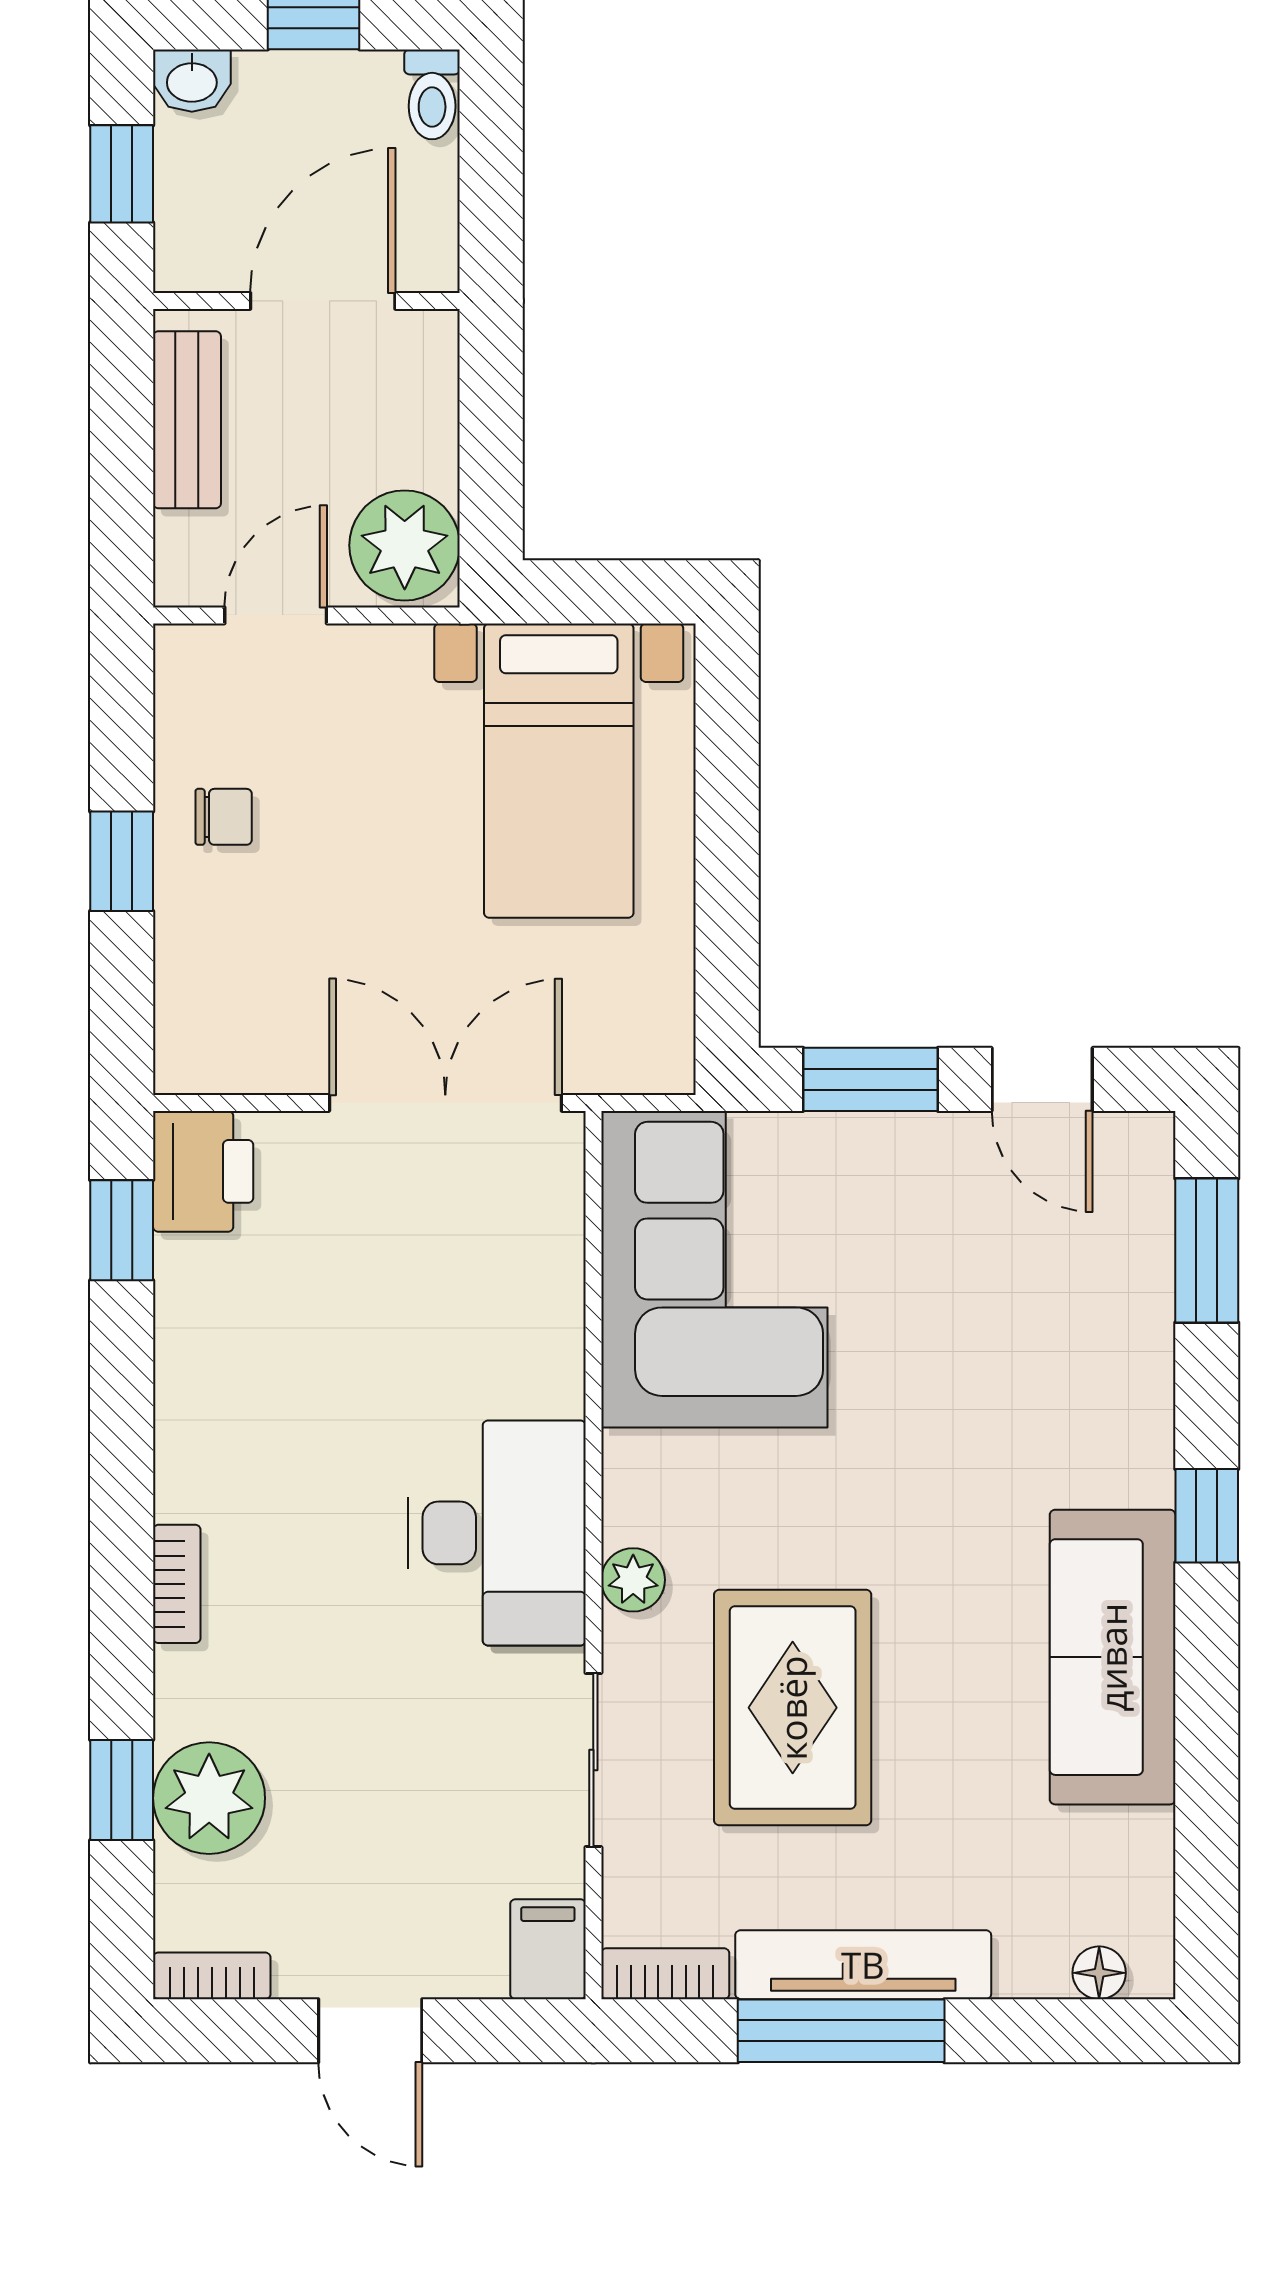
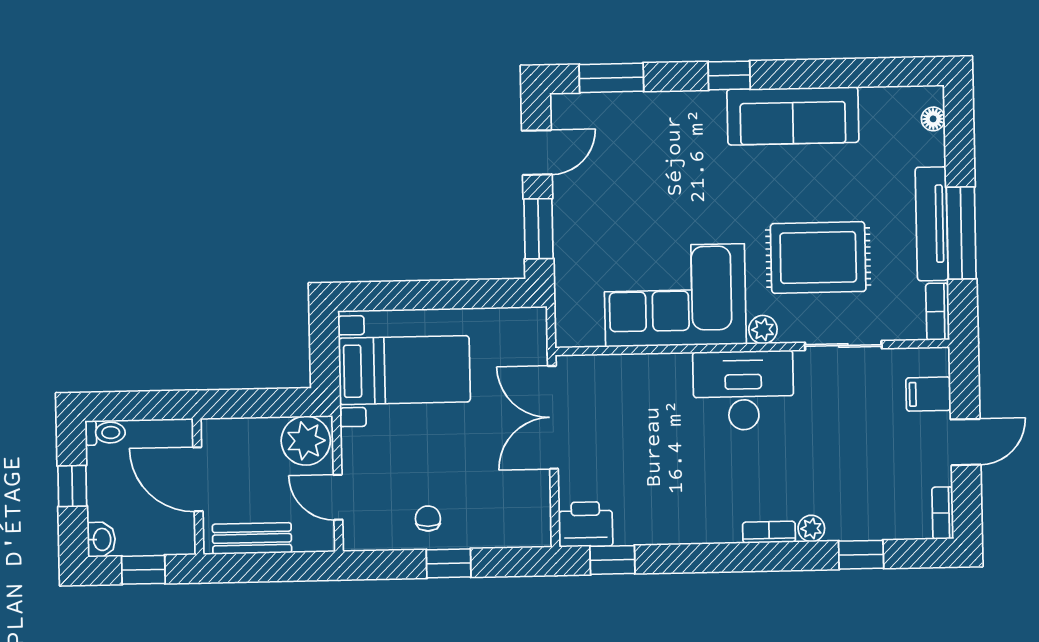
corner sofa: (714, 1269) -> (675, 295), moved
plant: (209, 1798) -> (811, 529), moved, width x0.53, depth x0.53
filing cabinet: (548, 1949) -> (928, 394), moved

